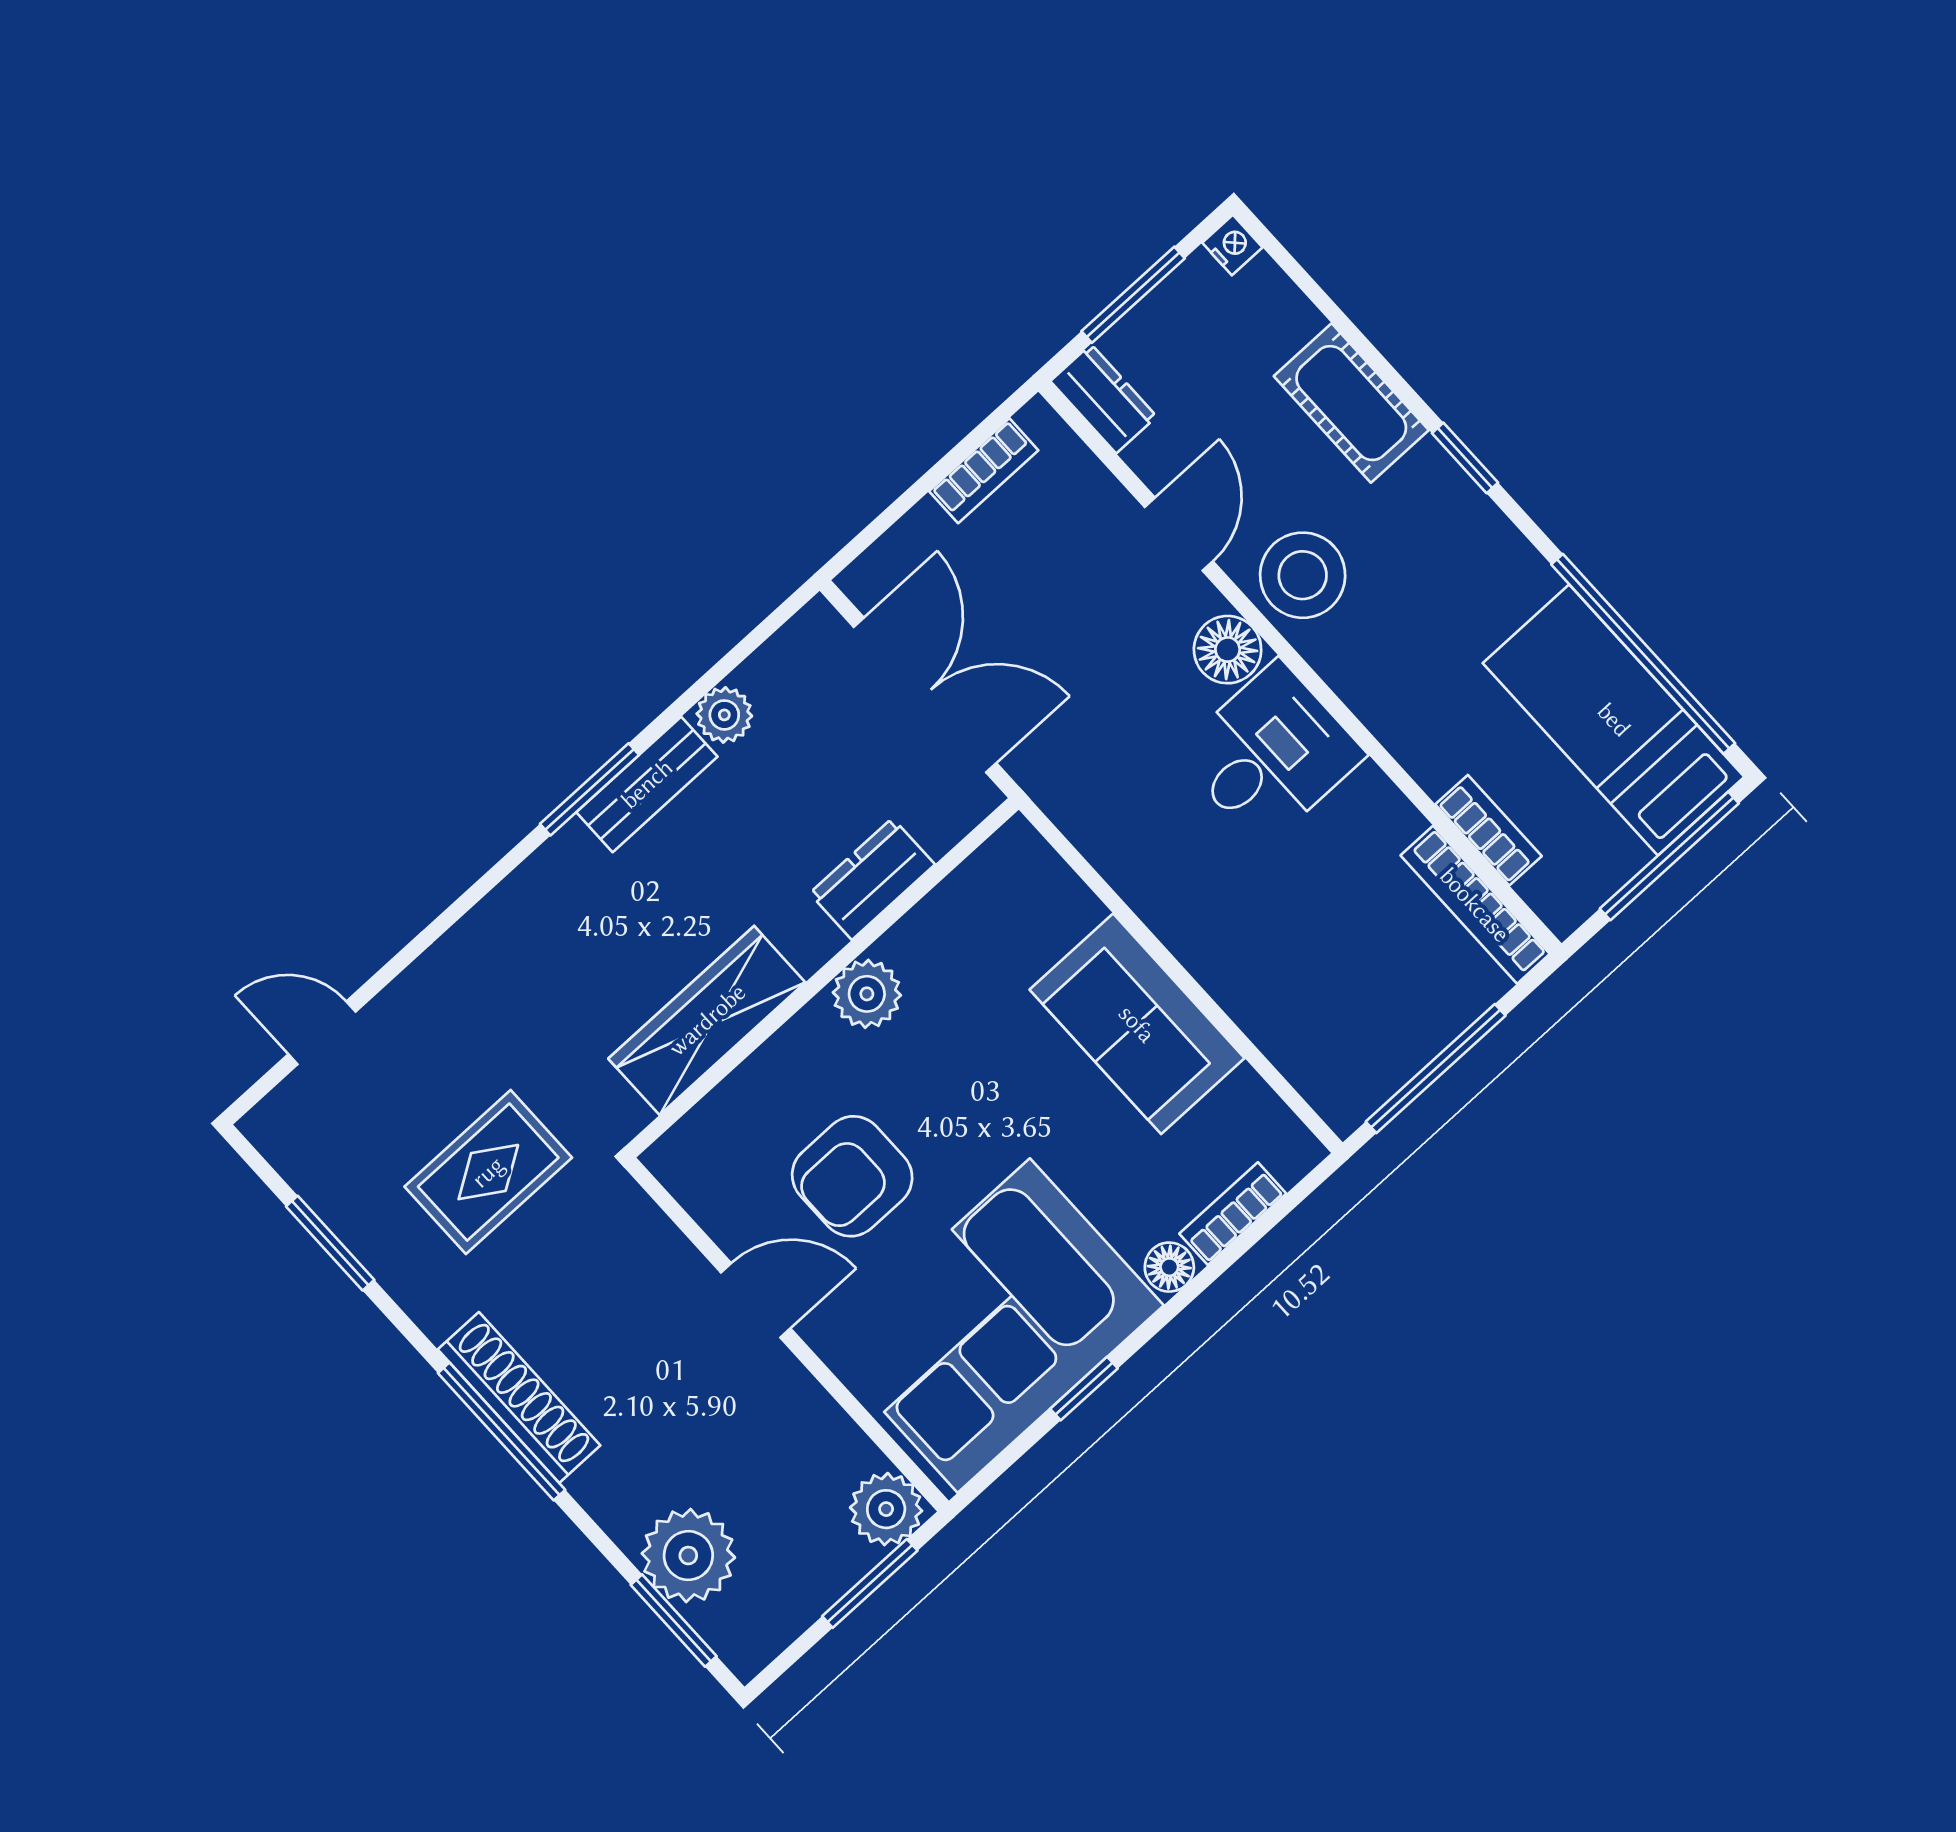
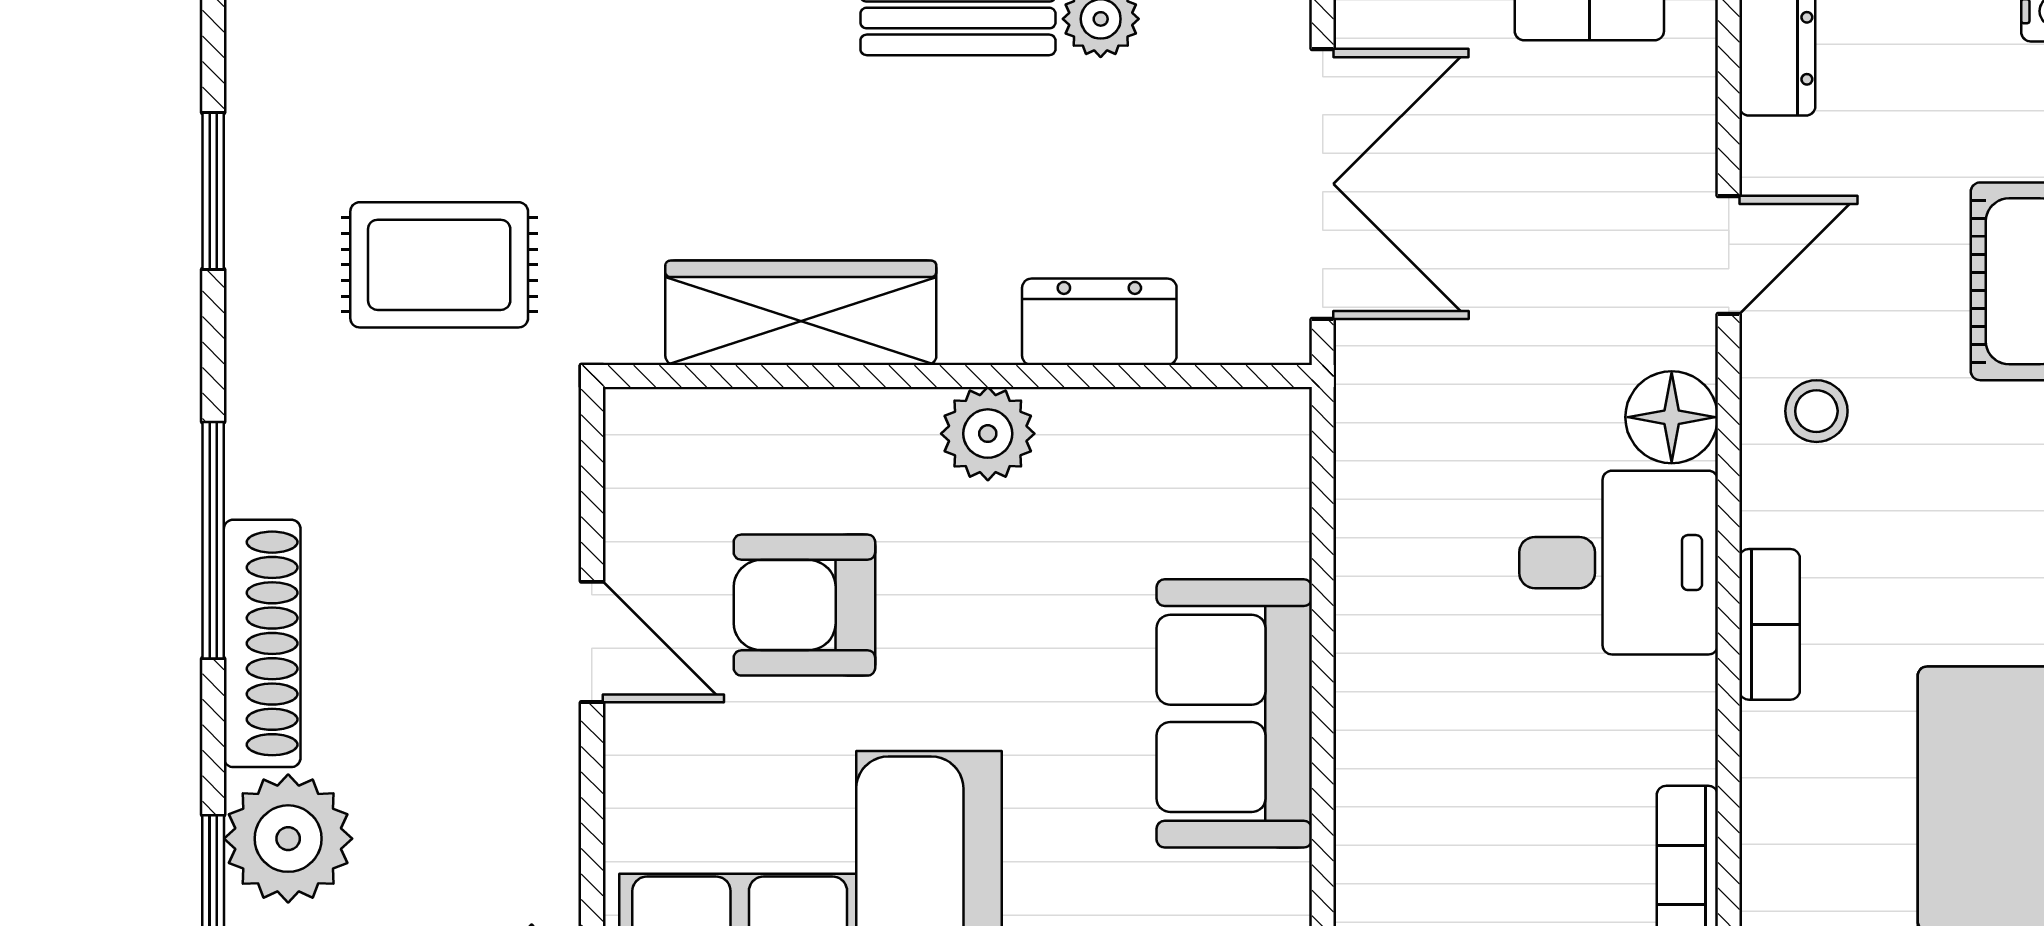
stool: (1303, 575) -> (1816, 411), width x0.53, depth x0.53
bookcase: (1489, 830) -> (1770, 624), moved
shoe rack: (519, 1397) -> (262, 643), moved

